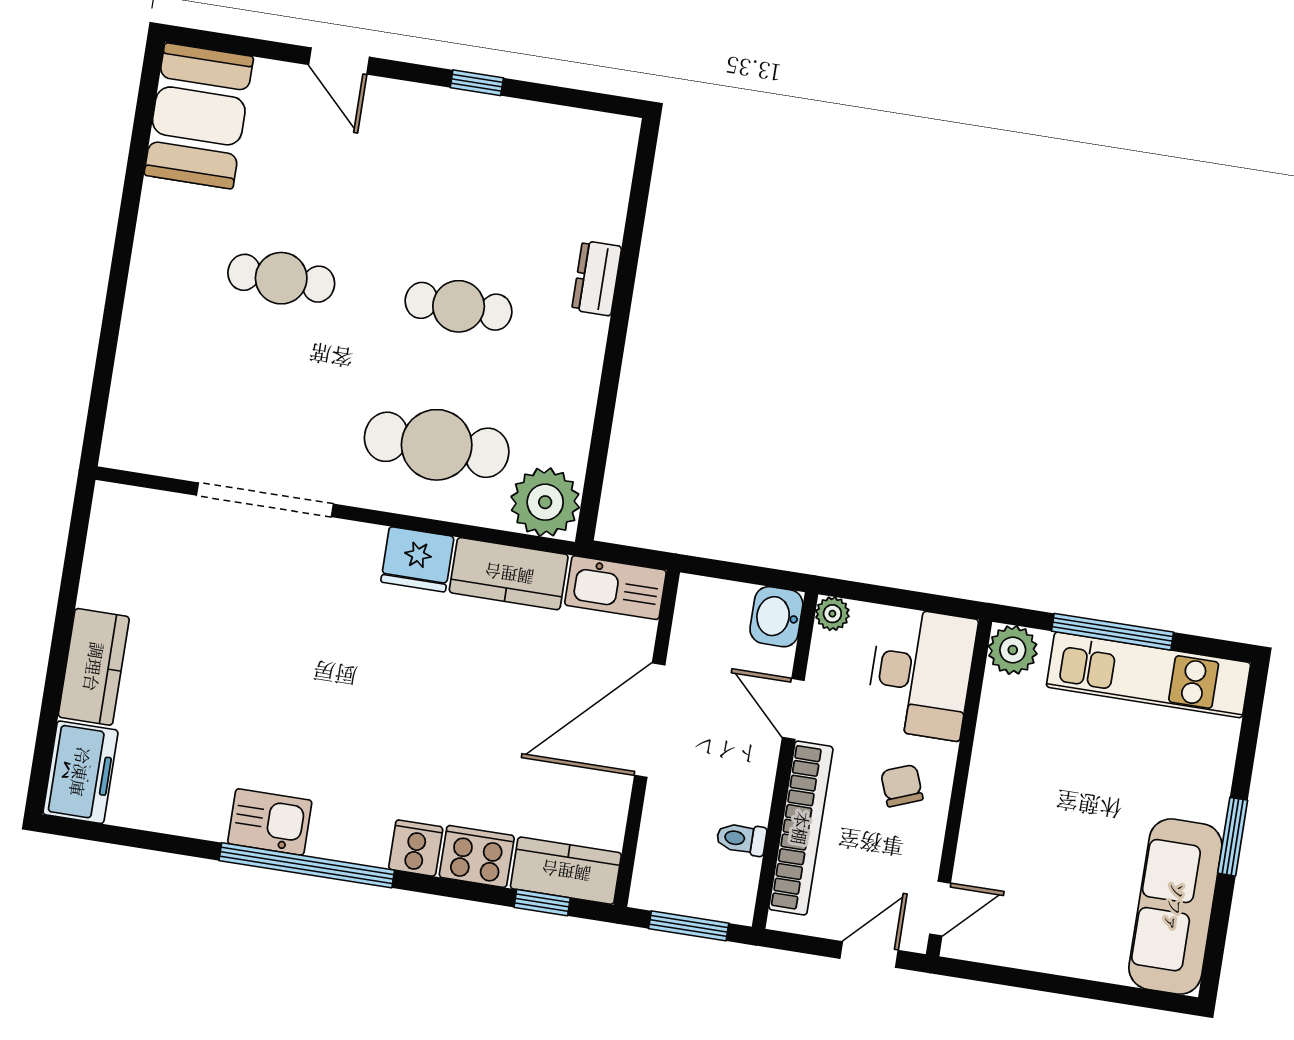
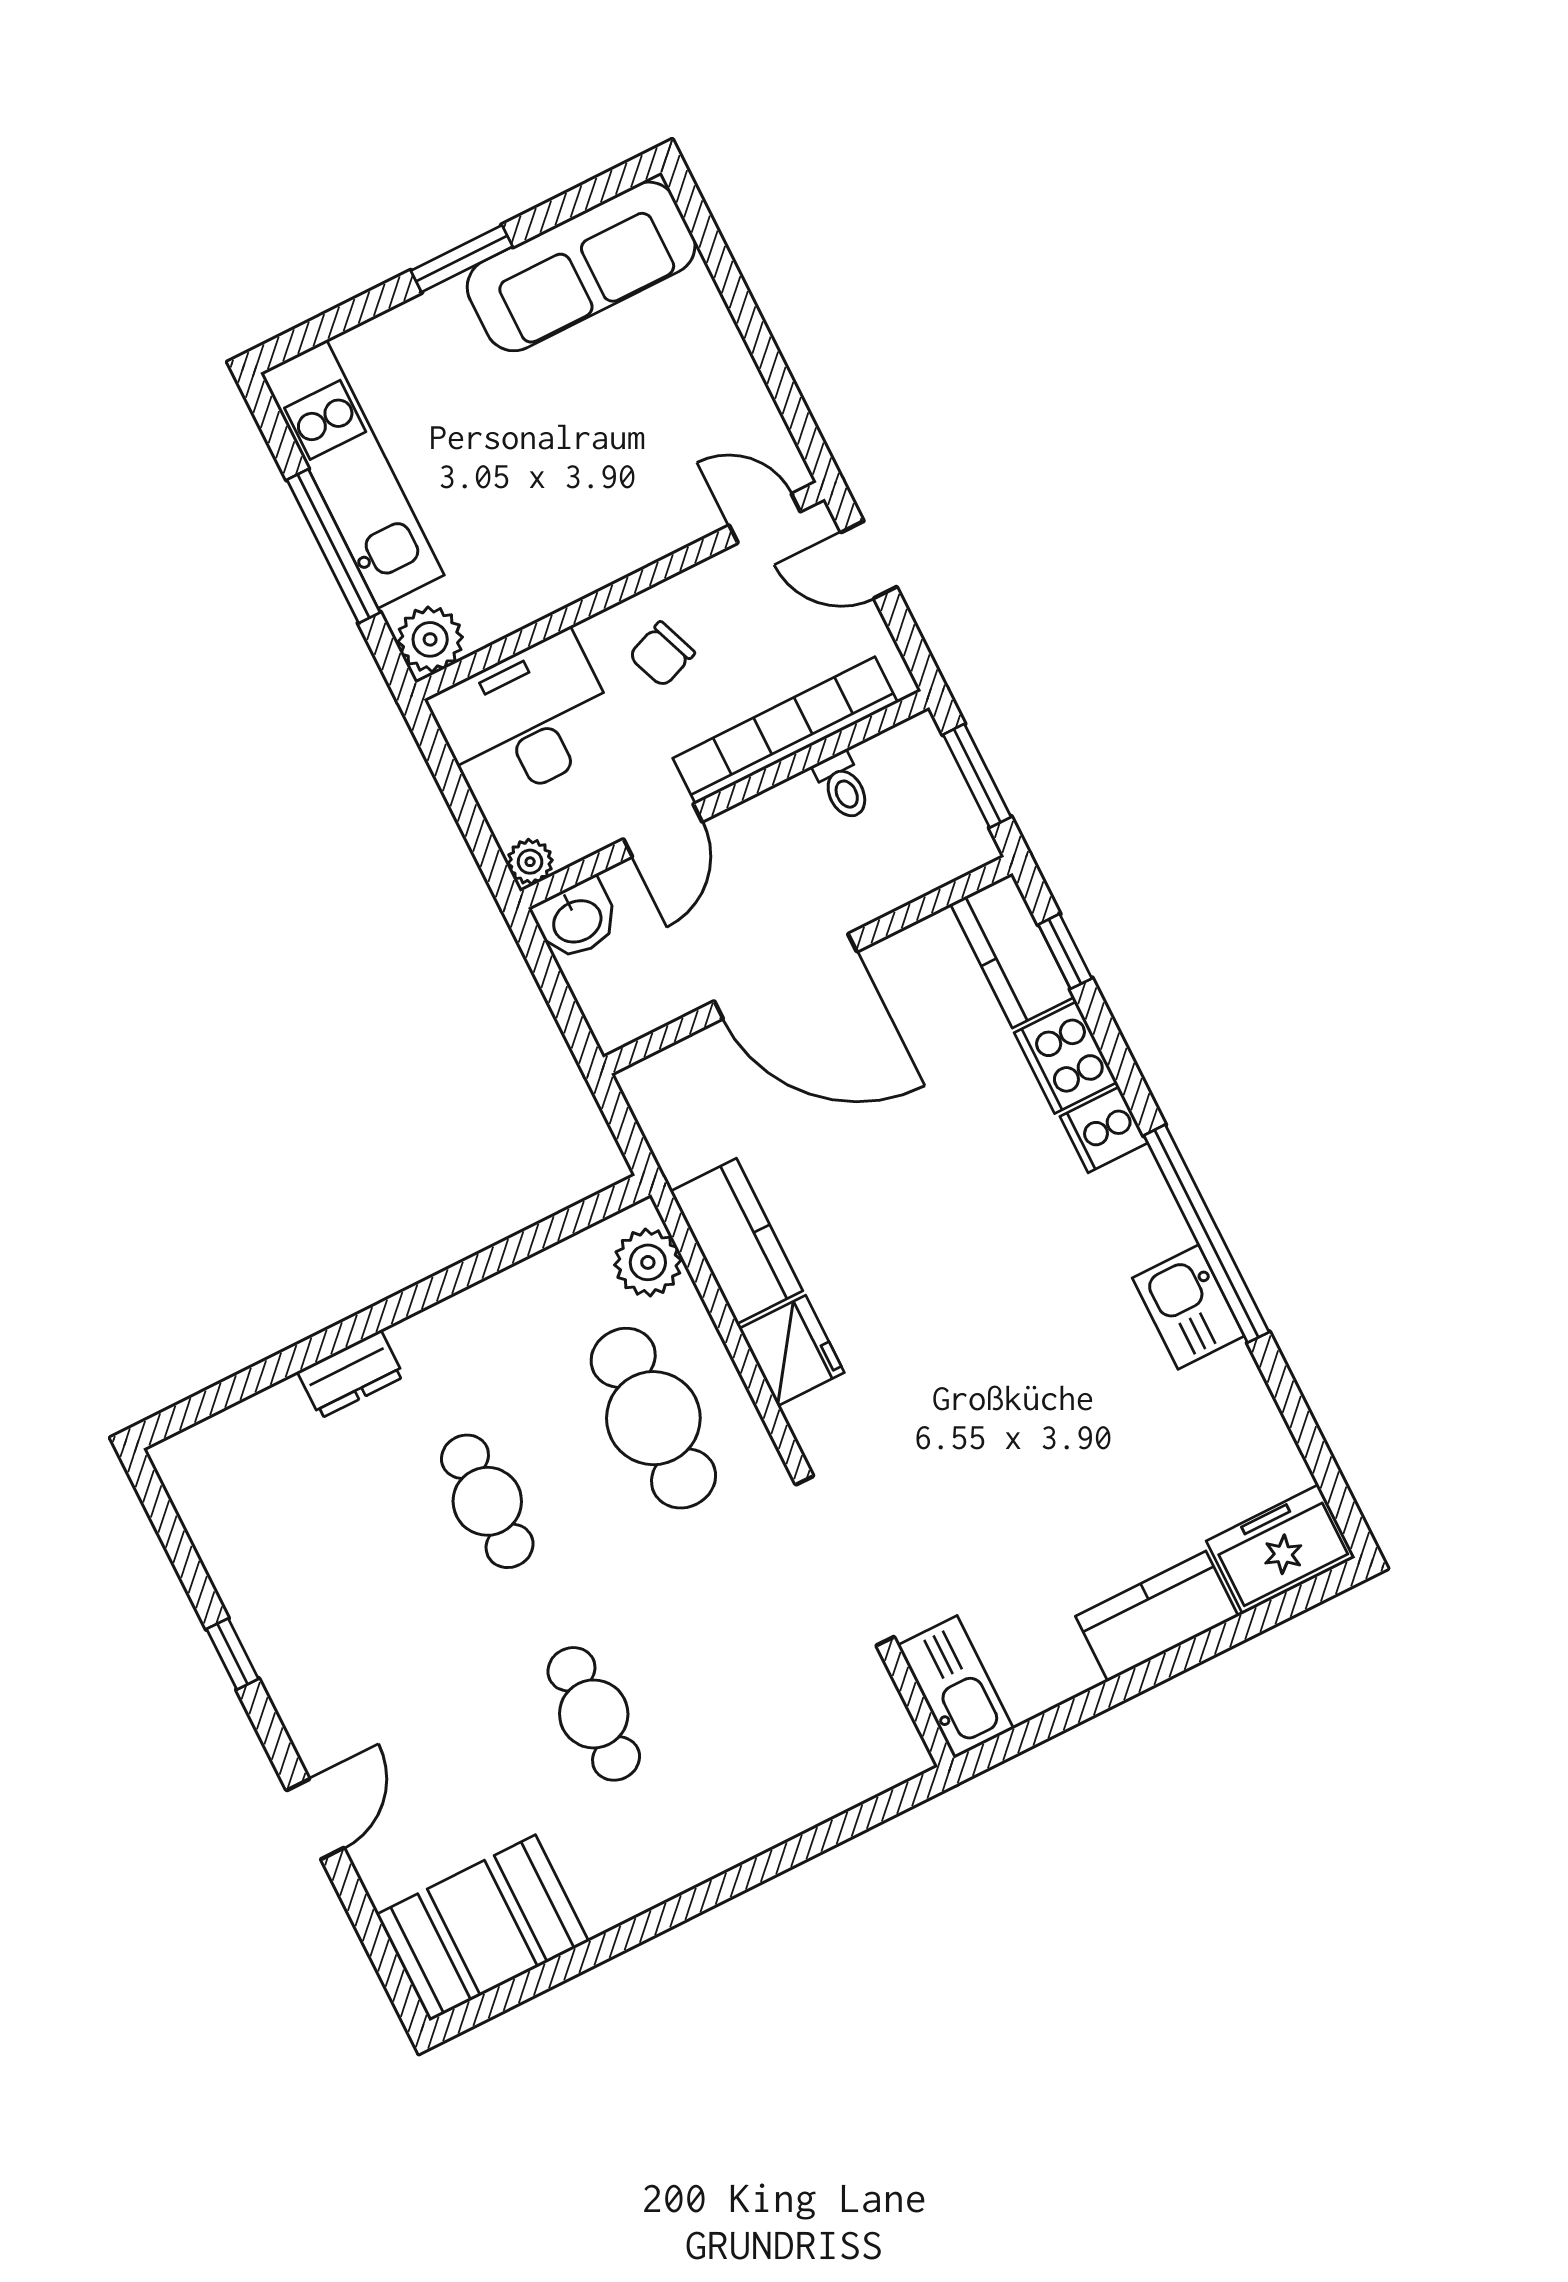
plant: (545, 502) -> (648, 1262), width x0.73, depth x0.73
kitchen sink: (615, 588) -> (956, 1687), moved

